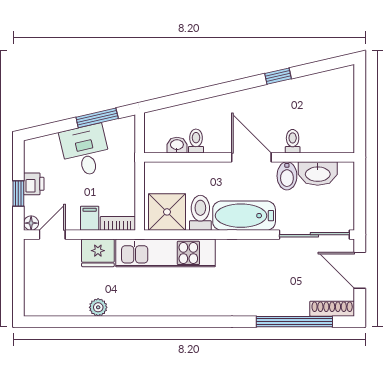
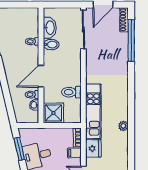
door: (251, 157) -> (41, 76), moved
shower: (167, 212) -> (53, 113), moved
bathtub: (244, 216) -> (73, 68), removed
plant: (98, 307) -> (123, 126), moved

